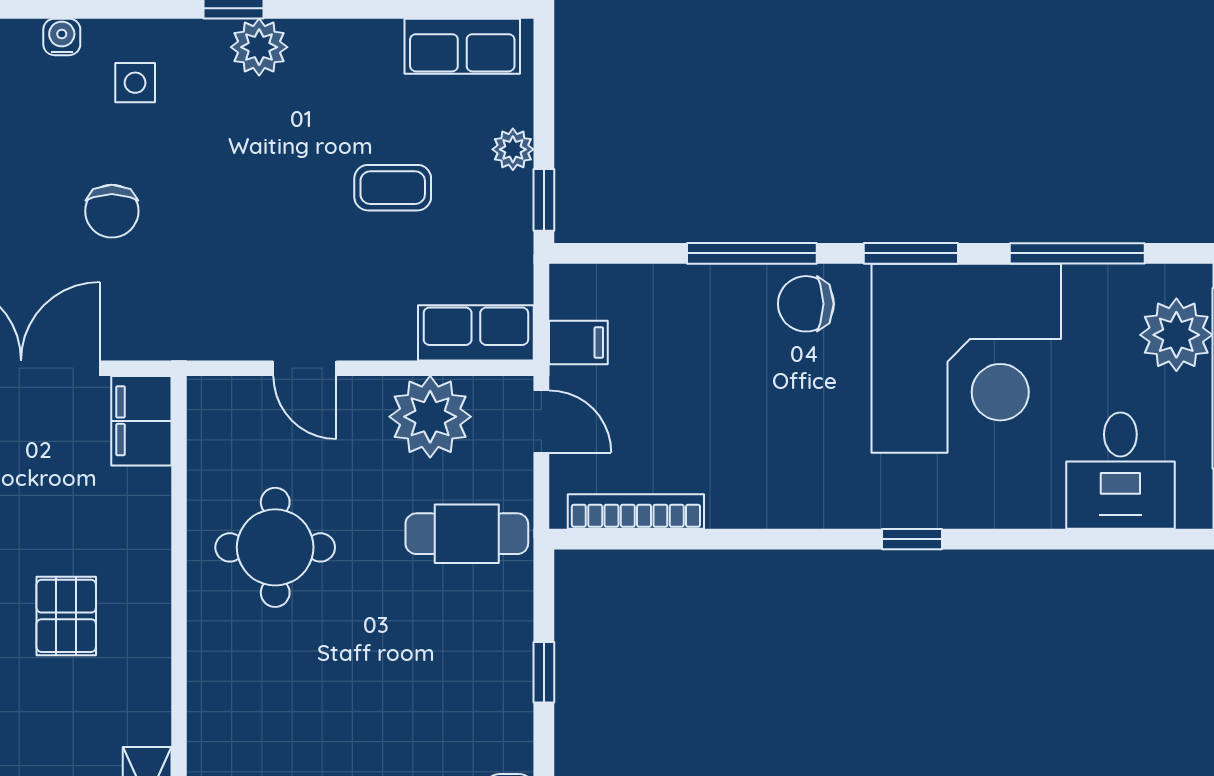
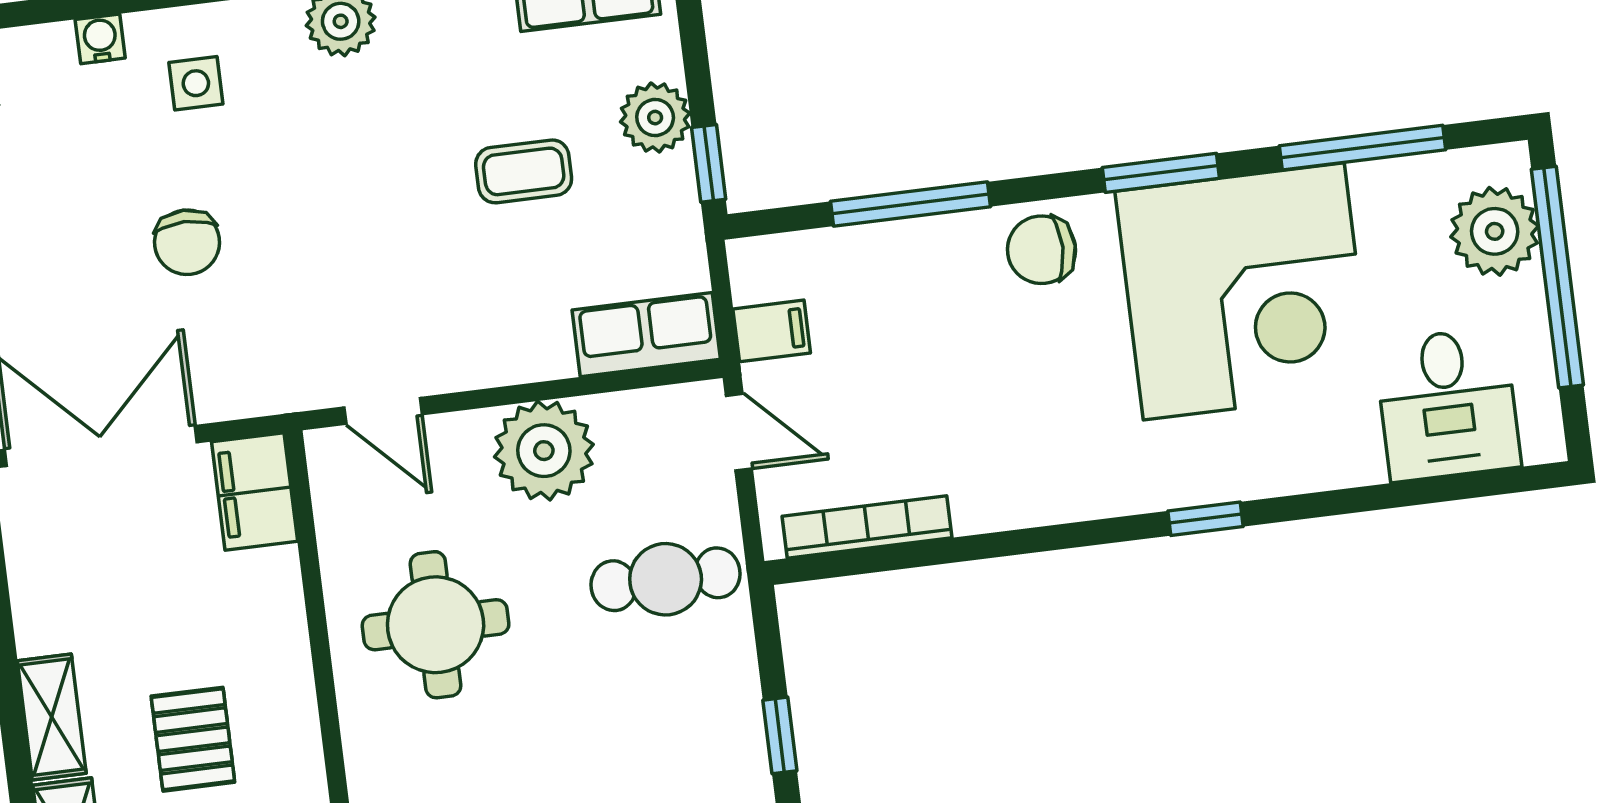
plant: (513, 149) -> (655, 118), width x1.38, depth x1.38
window: (752, 253) -> (911, 204), moved
door: (305, 368) -> (383, 411), moved
plant: (430, 417) -> (544, 451), moved

